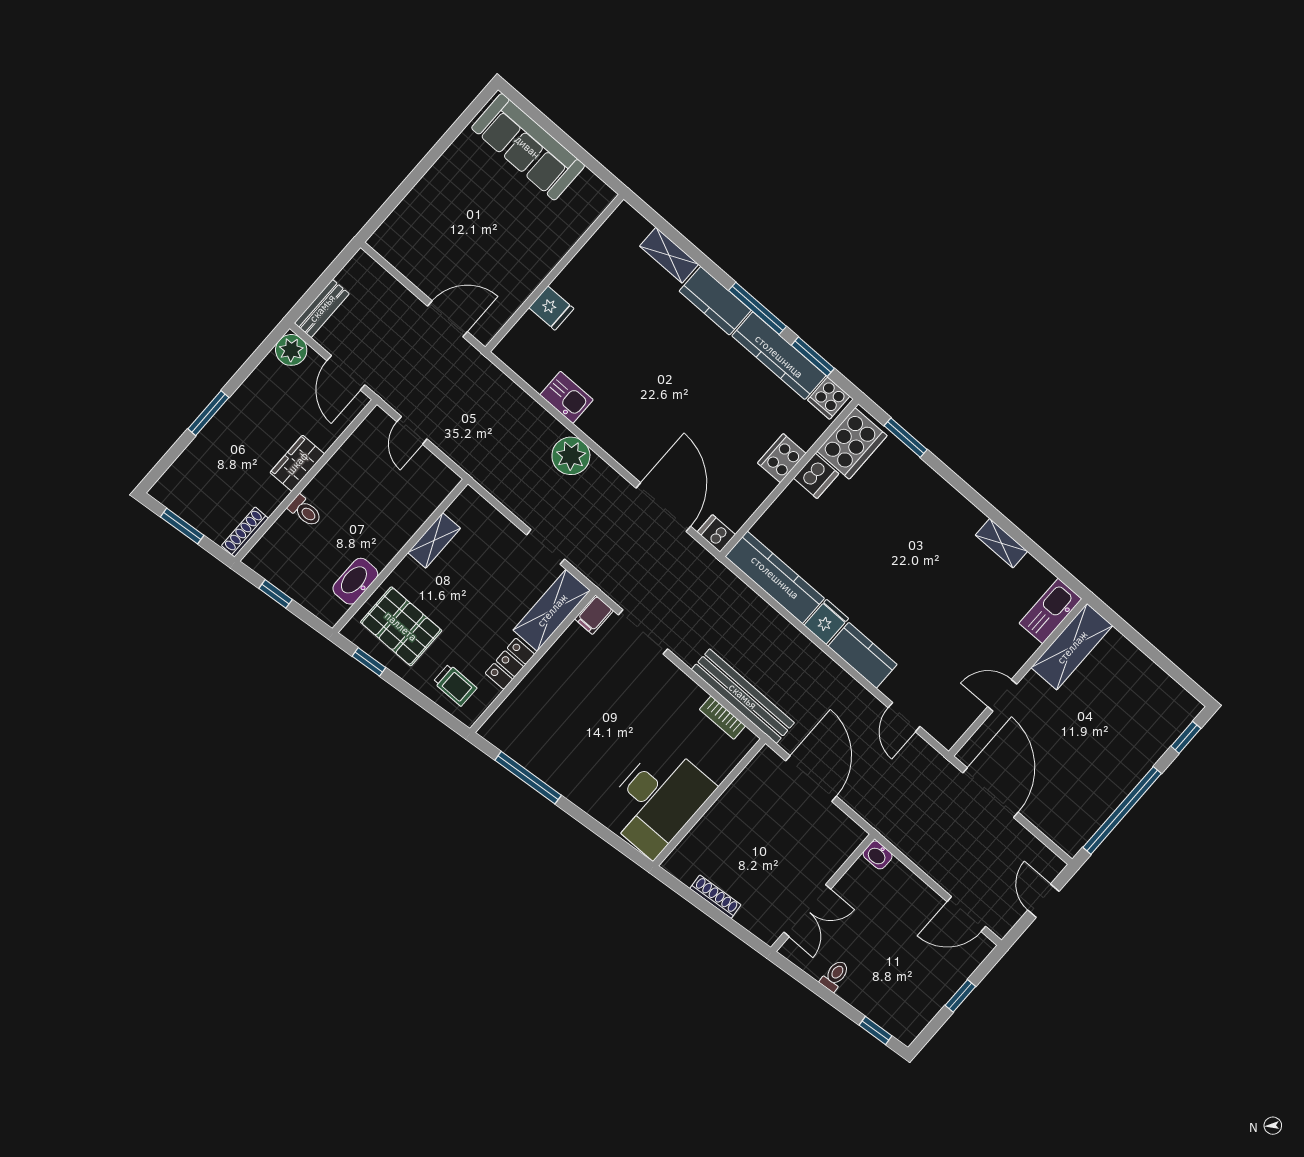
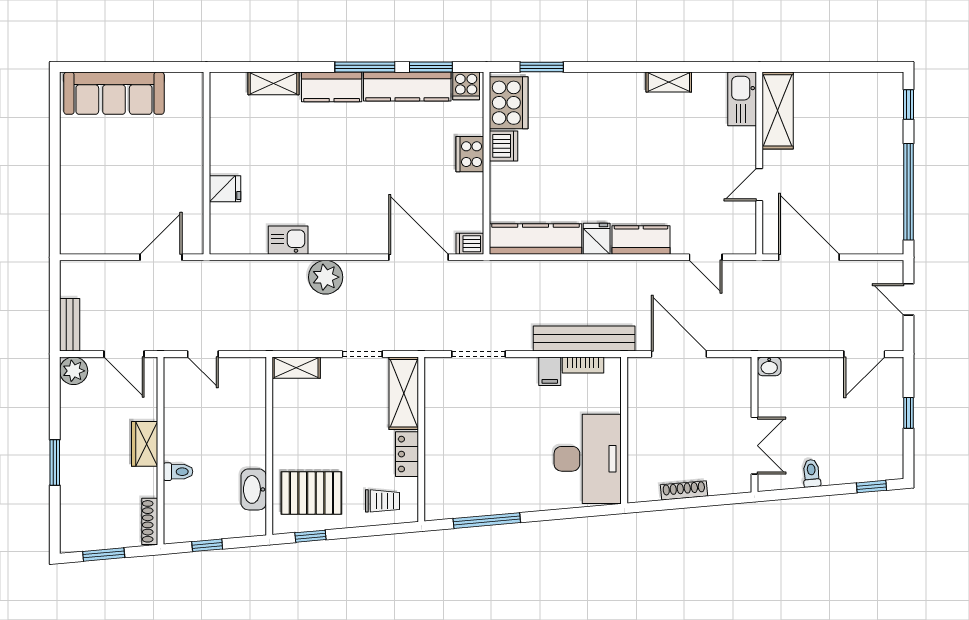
shelving: (434, 540) -> (296, 368), moved, turned 90
filing cabinet: (594, 615) -> (550, 371), moved

